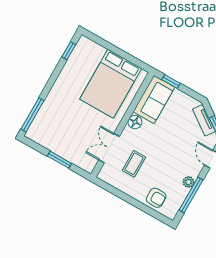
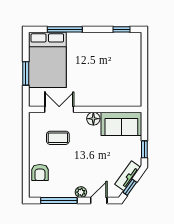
window: (171, 82) -> (144, 149), moved
bed: (111, 84) -> (47, 60), moved, turned -90
window: (32, 115) -> (65, 29), moved
plant: (188, 182) -> (81, 192), moved

